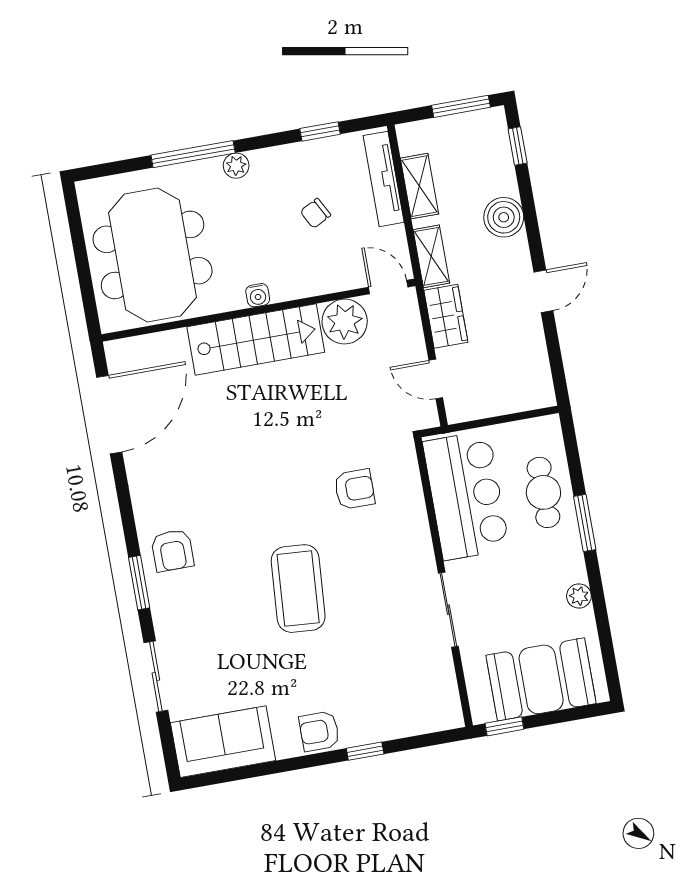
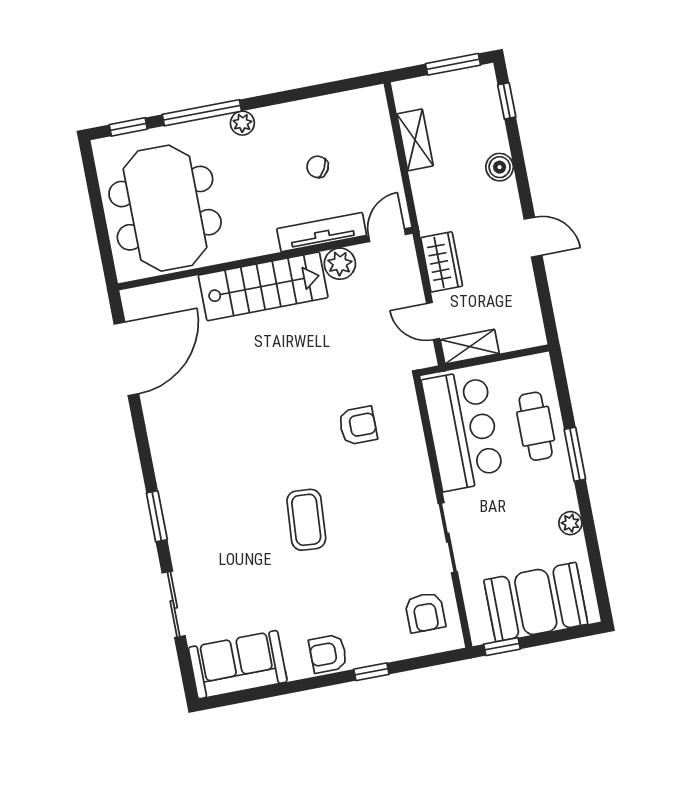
window: (320, 131) -> (128, 127), moved
tv unit: (384, 179) -> (322, 232), moved, turned 90
chair: (315, 213) -> (318, 167), turned 57
boiler: (504, 217) -> (500, 167), width x0.73, depth x0.73
shelving: (431, 256) -> (470, 347), moved, turned 90
door: (388, 287) -> (387, 235), hinge flipped
door: (543, 291) -> (533, 237), hinge flipped
water cooler: (258, 295) -> (264, 245), removed
plant: (345, 322) -> (340, 264), width x0.73, depth x0.73
armchair: (172, 550) -> (425, 612), moved
coffee table: (298, 589) -> (306, 520), width x0.73, depth x0.76

